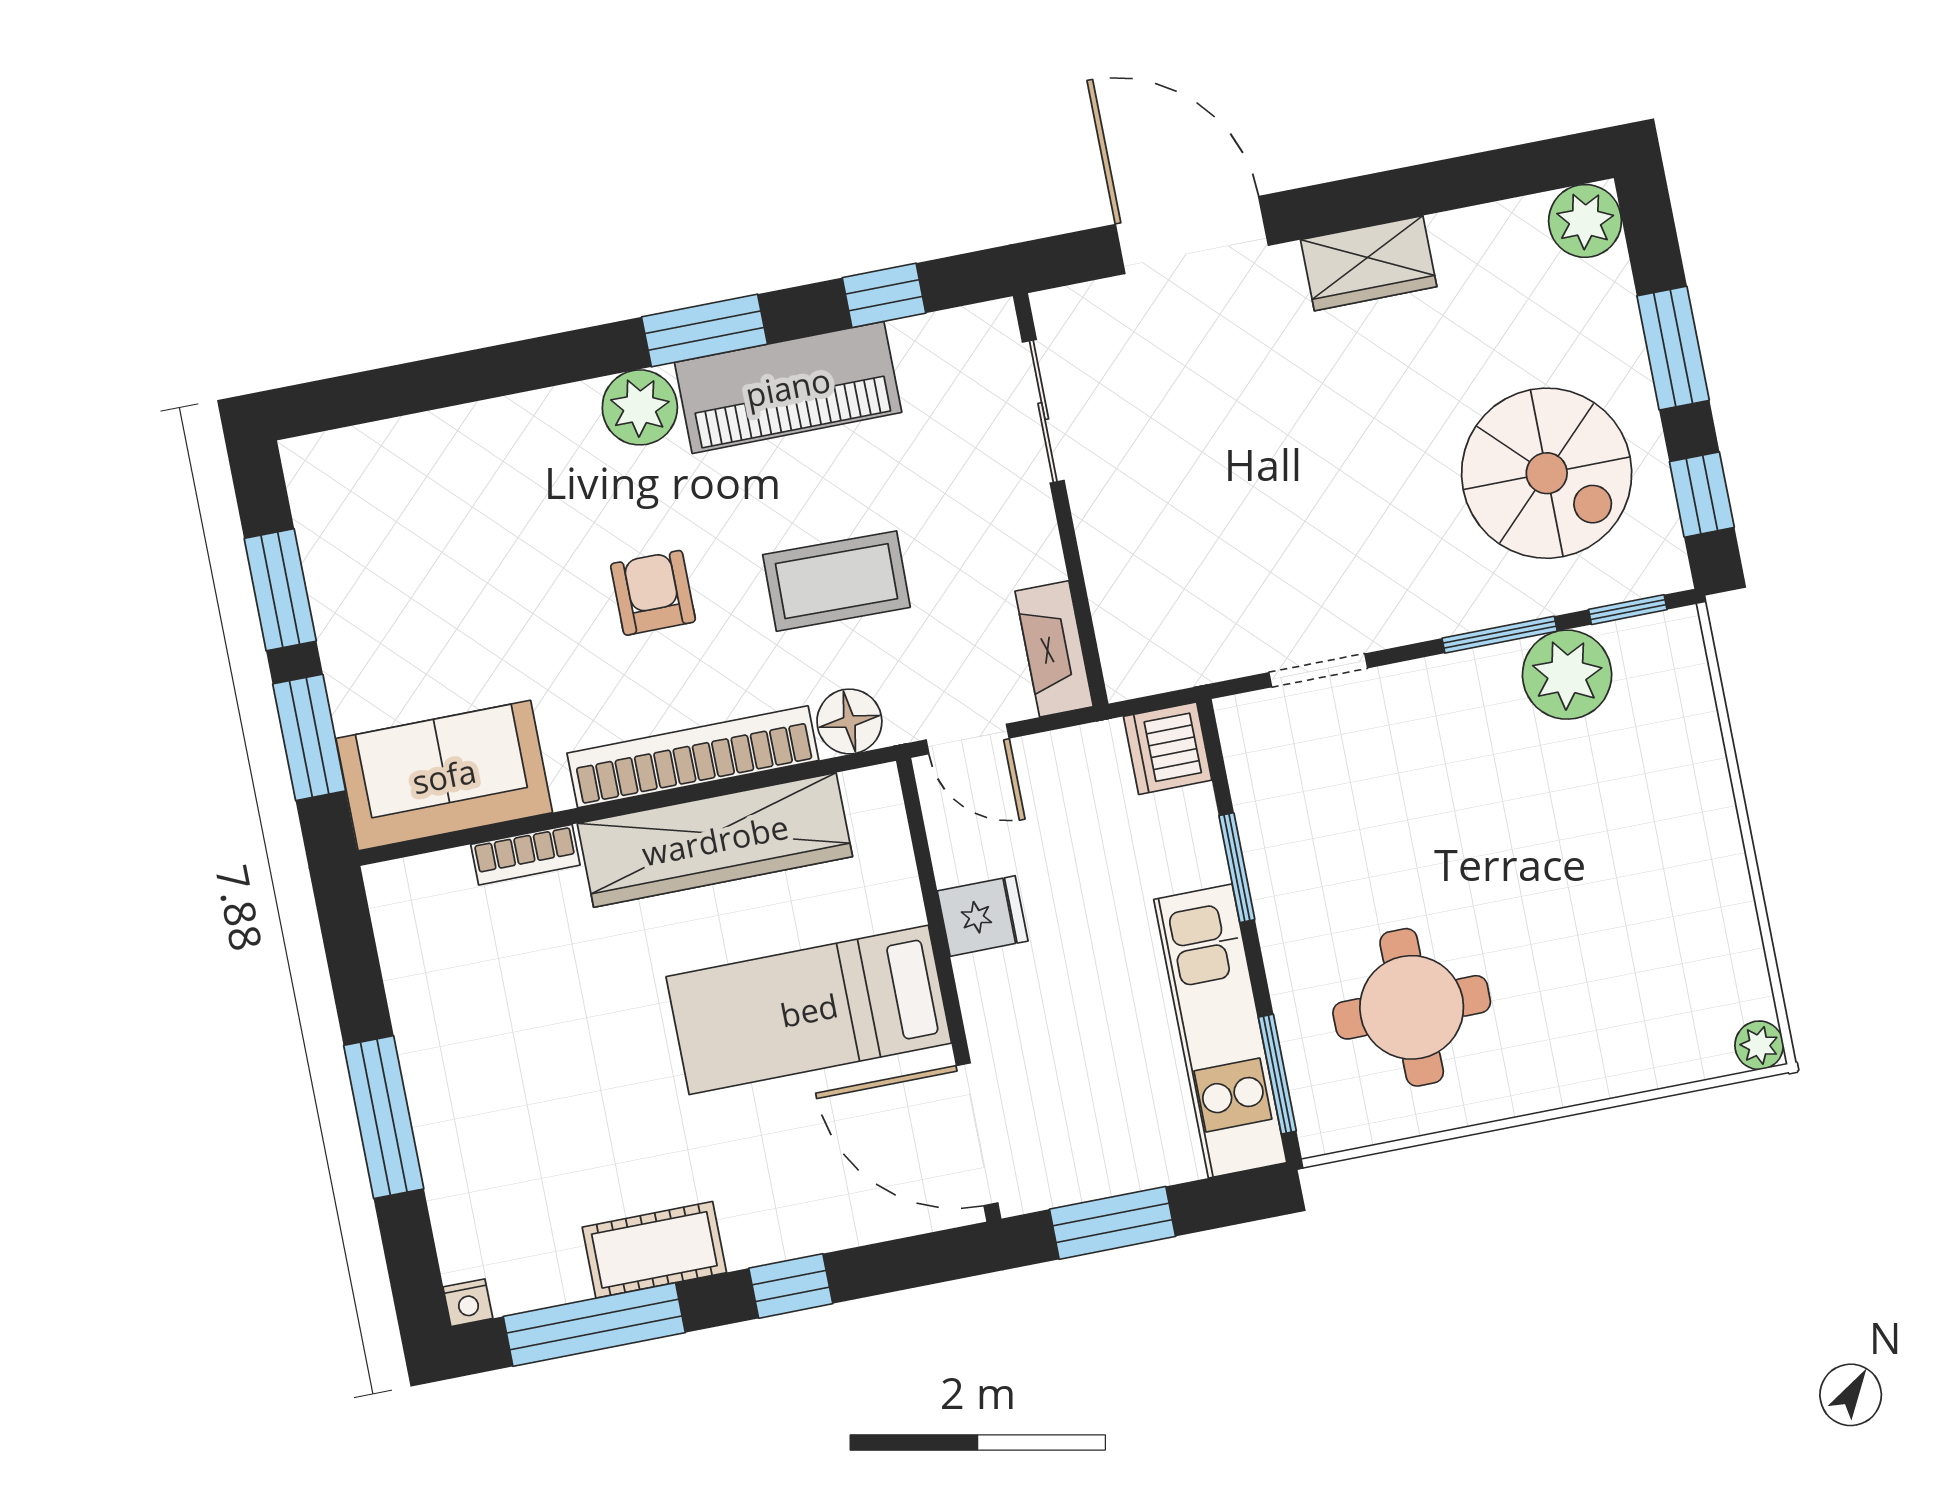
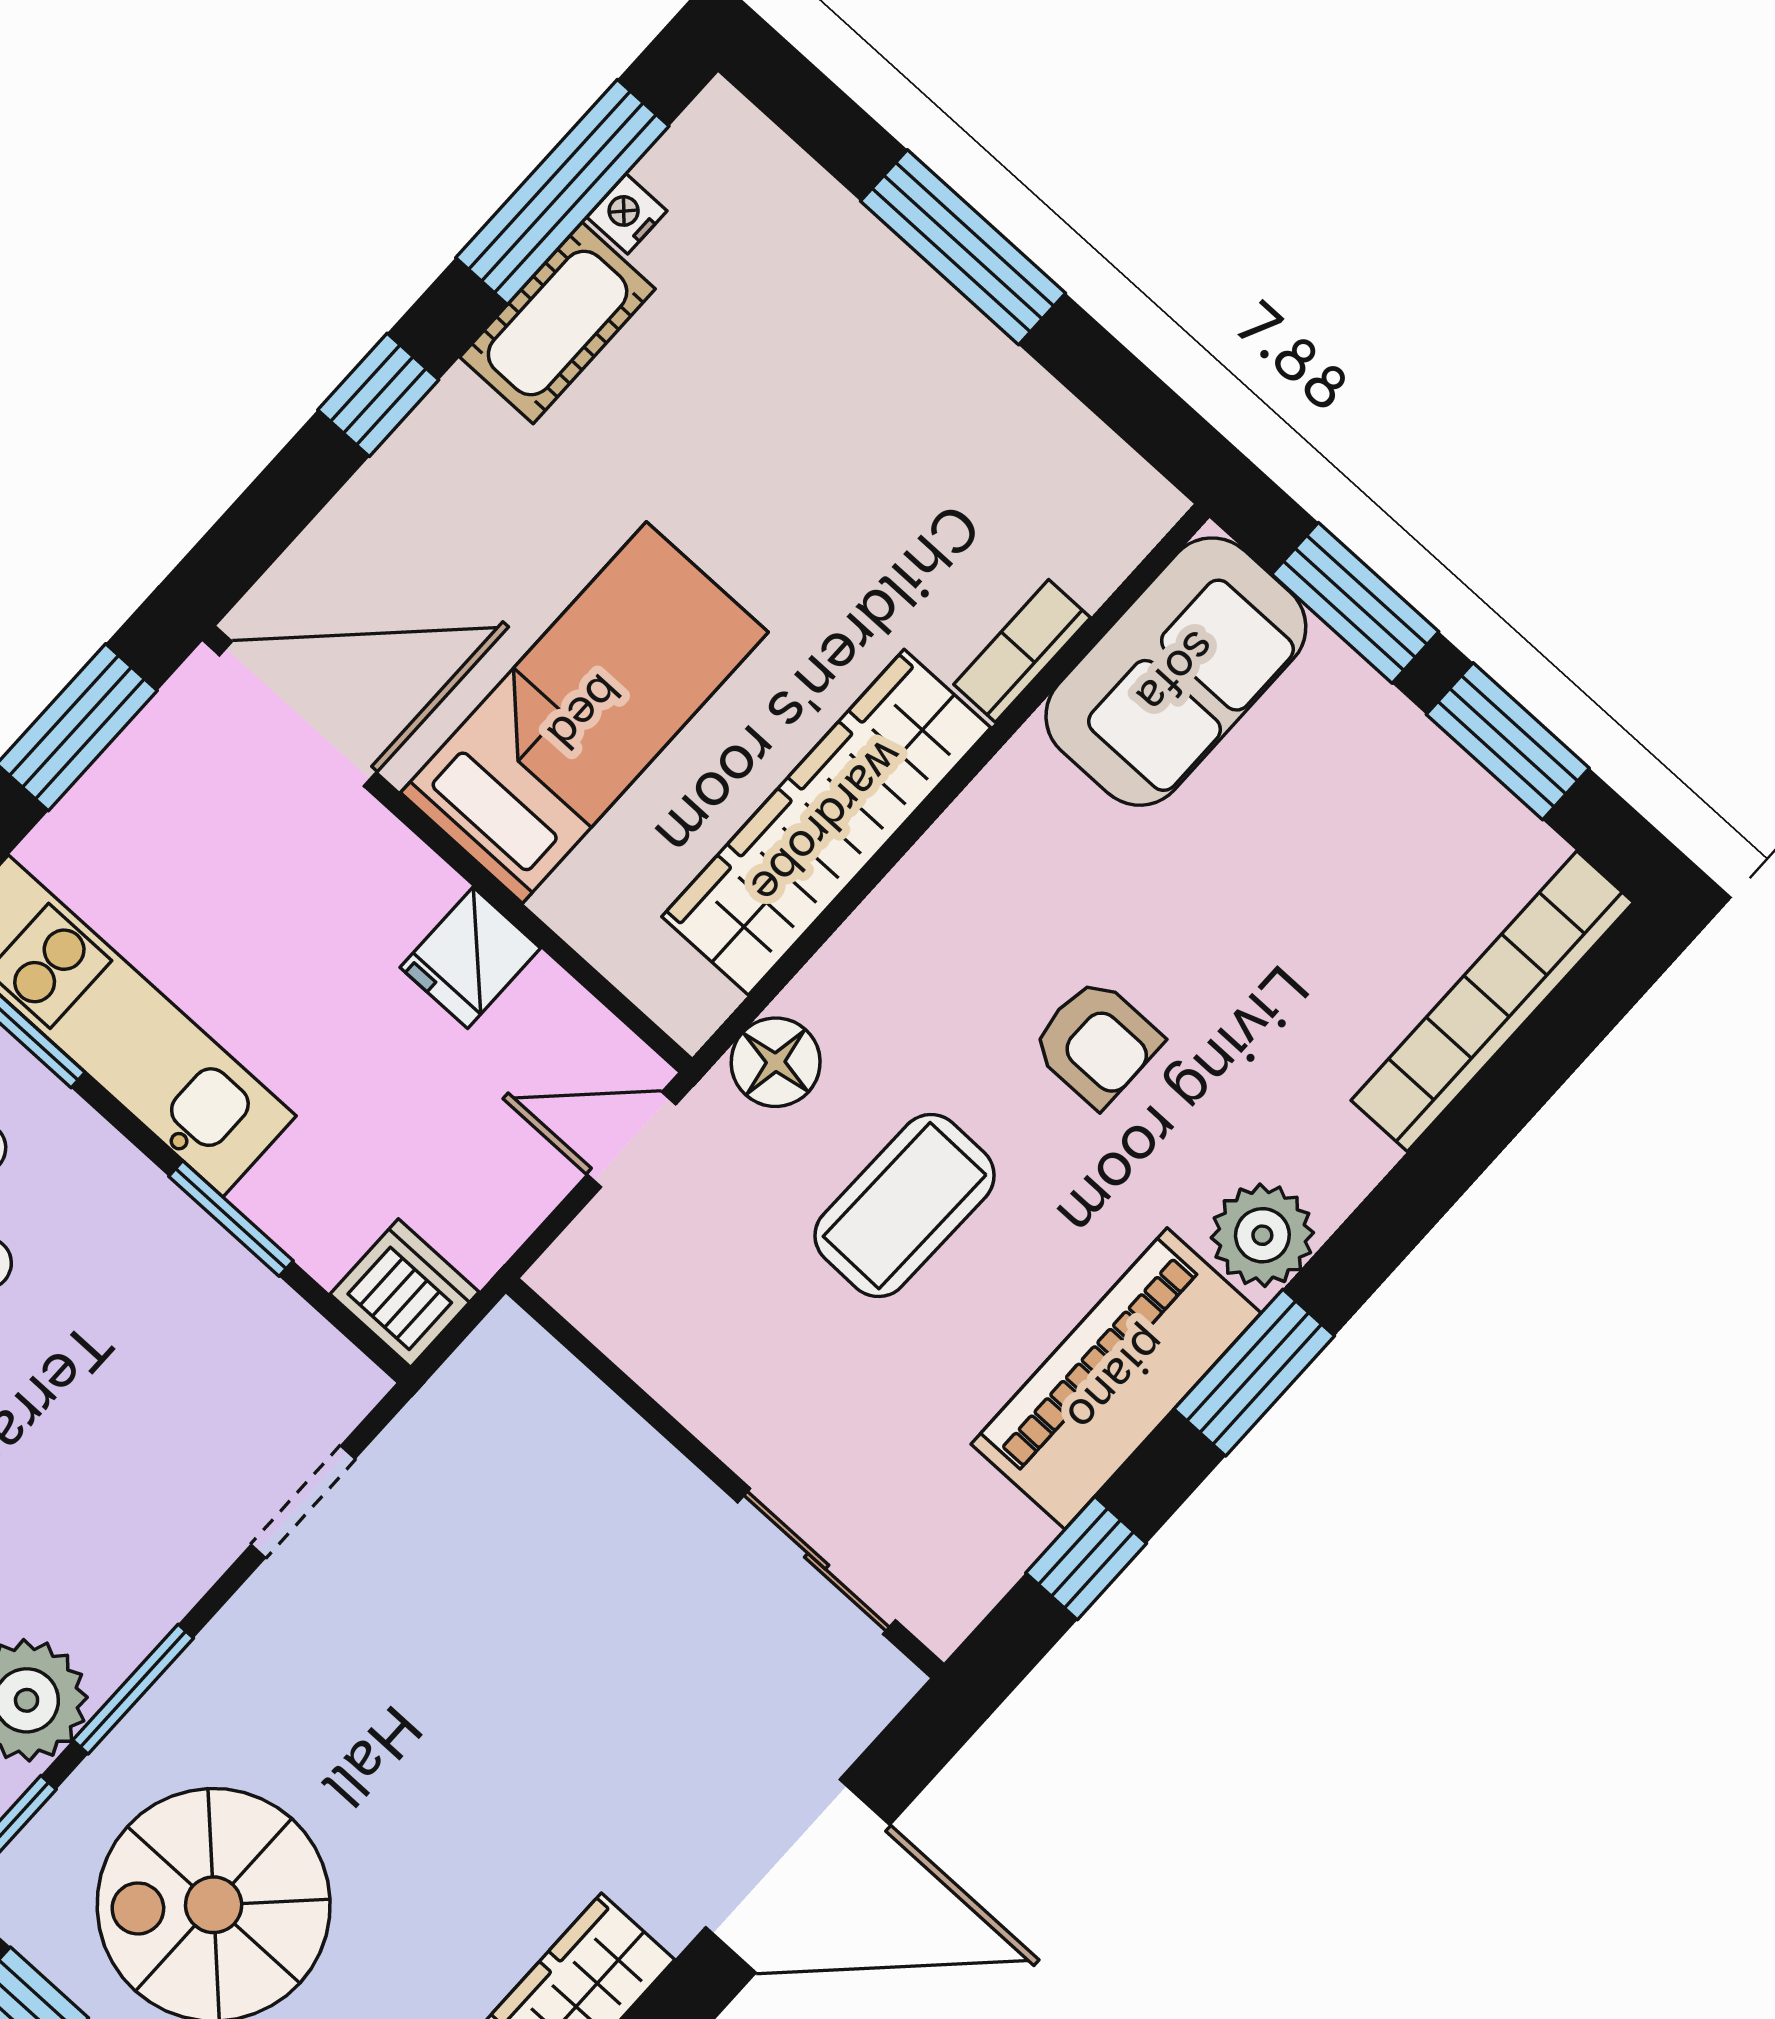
fireplace: (1054, 649) -> (610, 1309), removed
bookcase: (693, 757) -> (1492, 1001), moved, turned 180
nightstand: (468, 1303) -> (627, 214), moved

